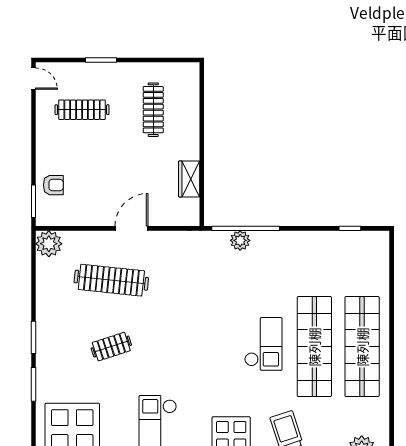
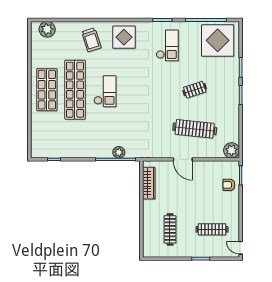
wardrobe: (189, 179) -> (149, 183), width x1.50
door: (131, 228) -> (183, 159), hinge flipped
checkout: (263, 344) -> (105, 91), turned 180
shop shelf: (362, 347) -> (47, 90), width x0.71

